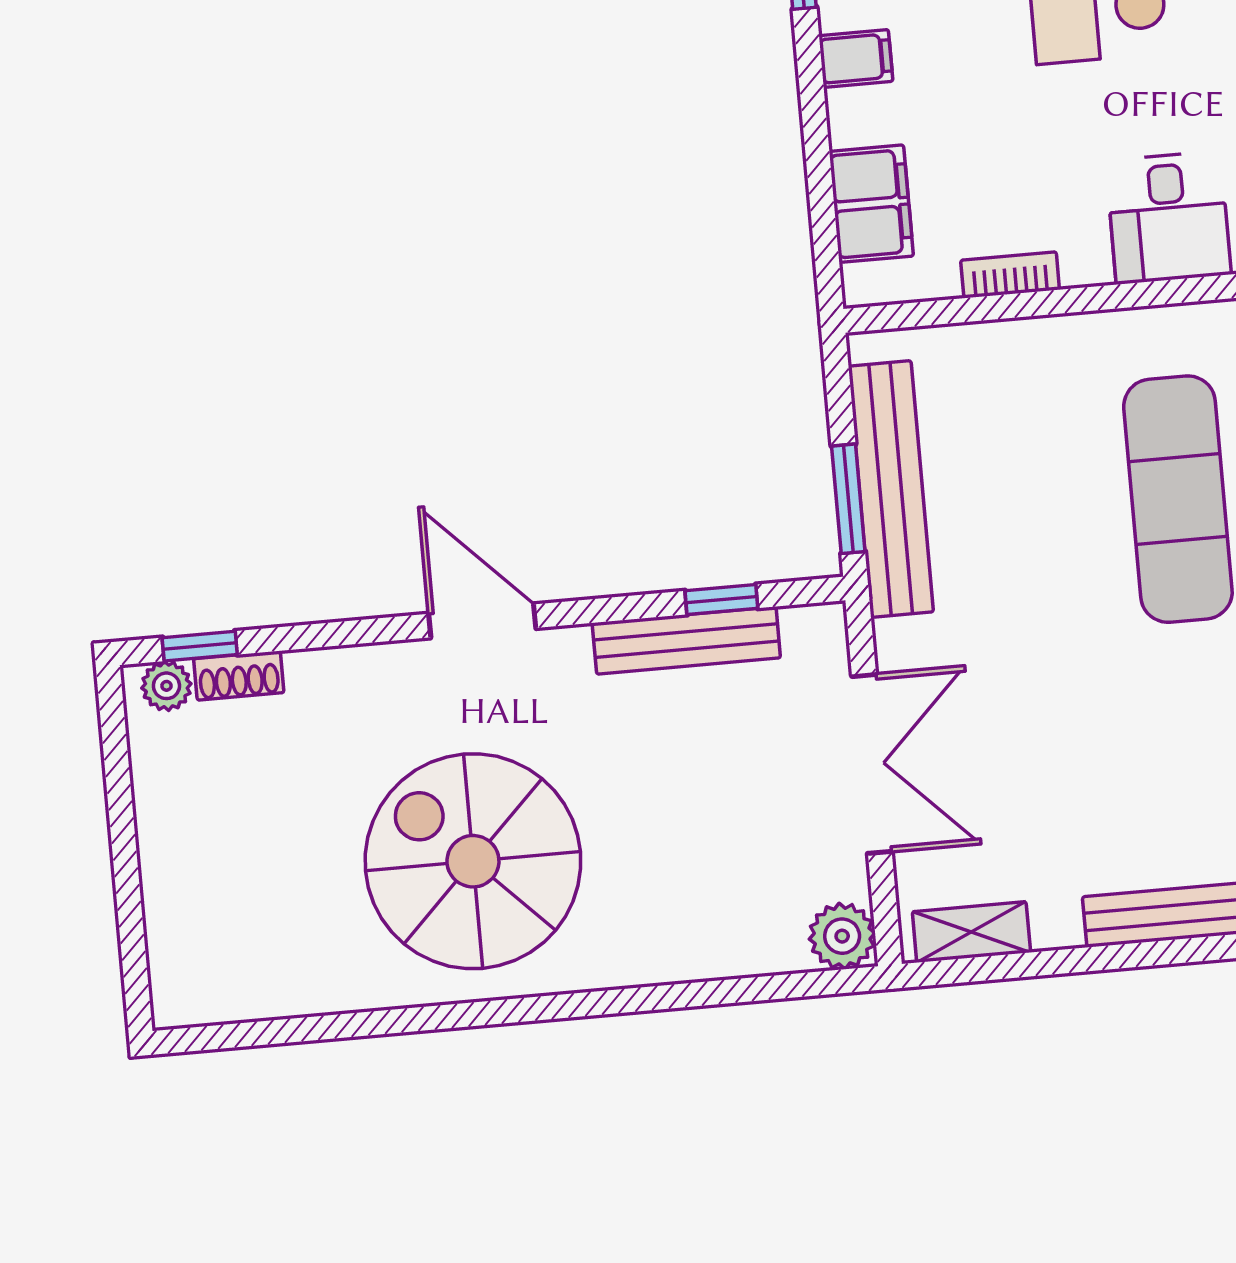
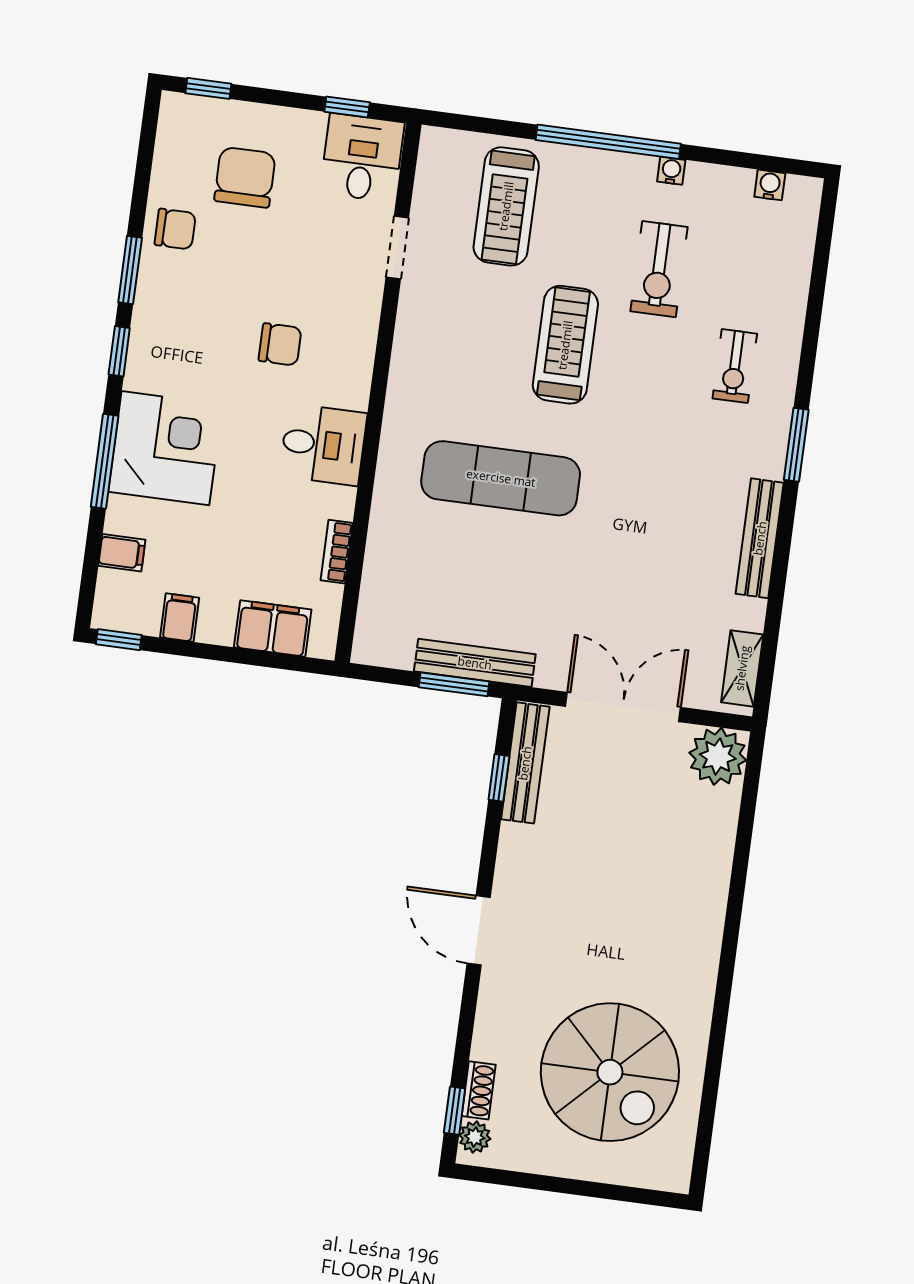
bench: (891, 489) -> (475, 663), width x0.73, depth x0.82
door: (482, 621) -> (479, 930), hinge flipped
bench: (686, 640) -> (525, 763), moved
spiral stairs: (473, 861) -> (610, 1072), moved, turned -90
plant: (842, 936) -> (718, 756), width x1.36, depth x1.36

